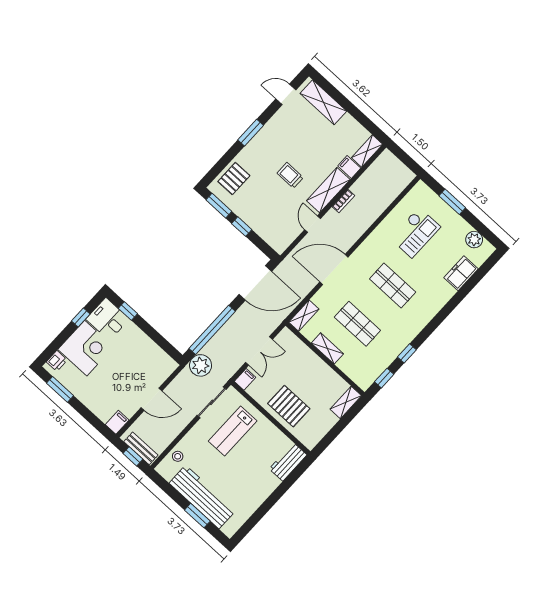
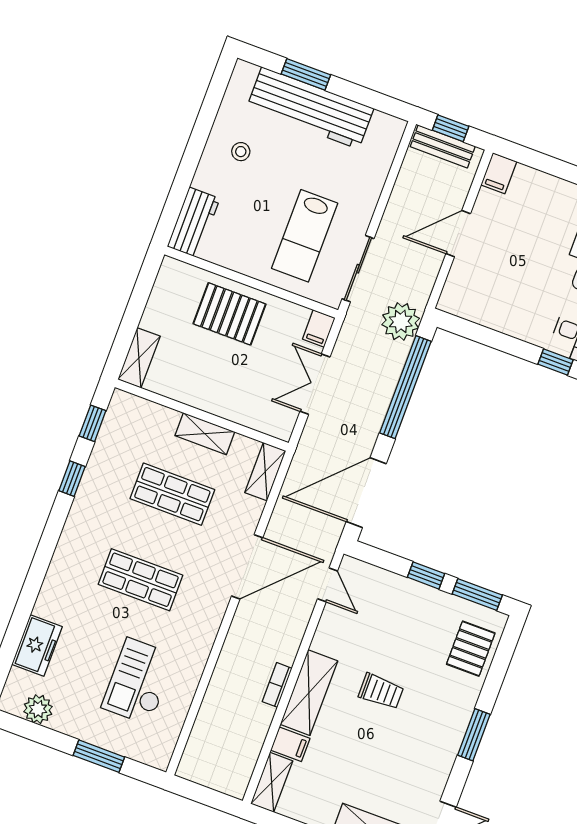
door: (312, 224) -> (328, 585), moved
lab bench: (233, 431) -> (305, 236), turned 180
stool: (178, 456) -> (241, 152), moved

